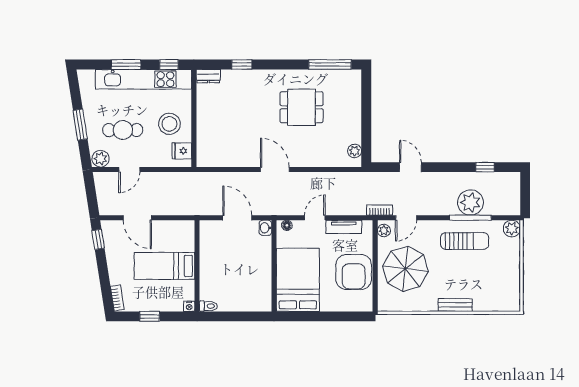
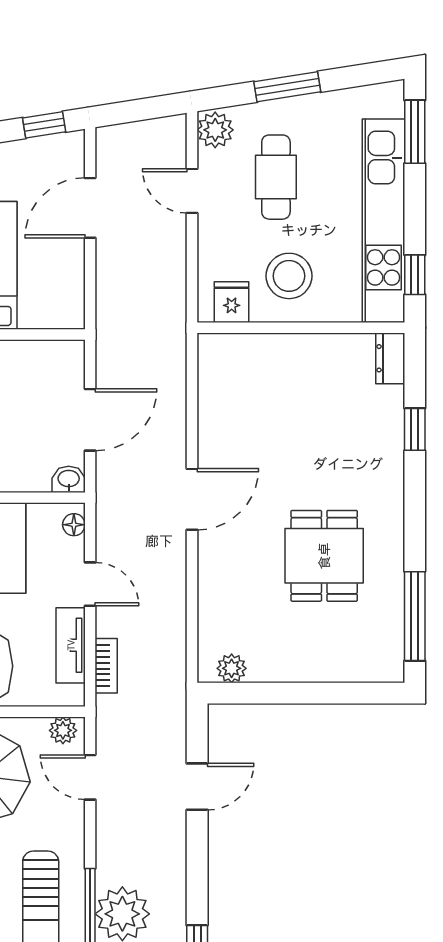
window: (126, 65) -> (415, 132), moved
bookcase: (380, 210) -> (106, 666), moved

